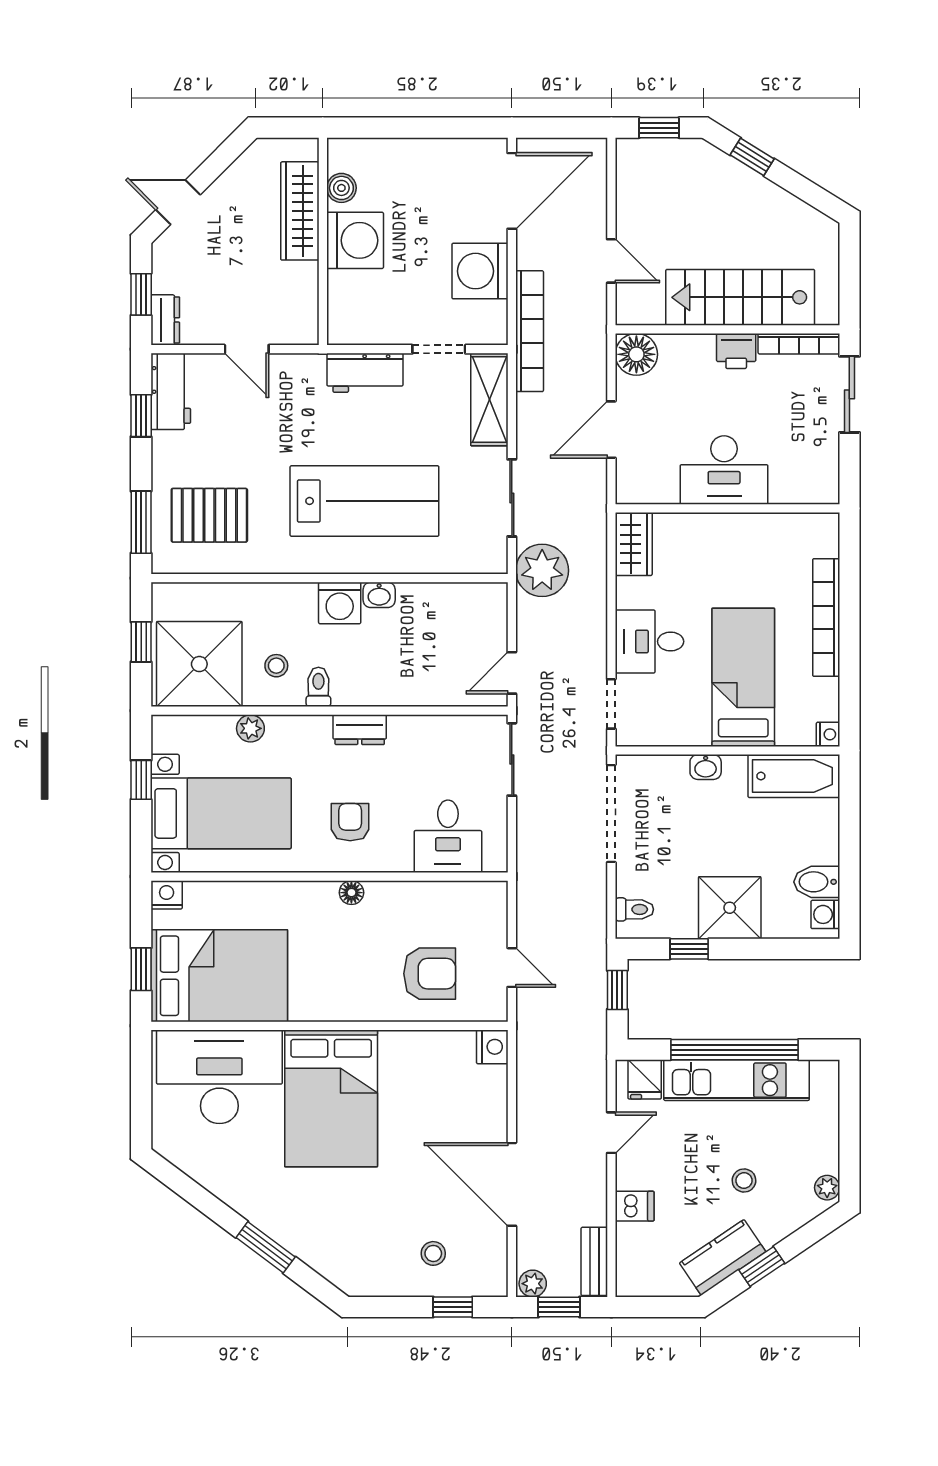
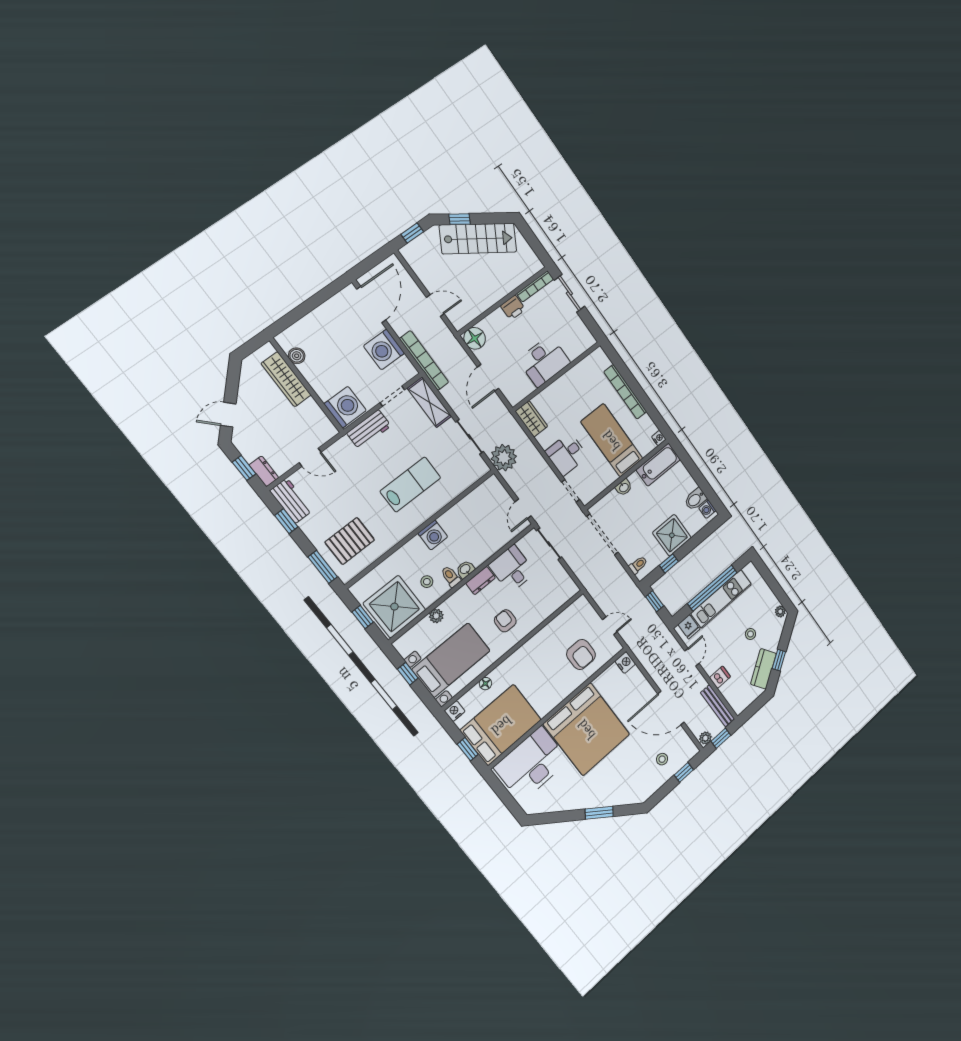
washing machine: (355, 240) -> (345, 407), moved
stairs: (740, 297) -> (478, 238), moved, turned -148
lab bench: (364, 501) -> (410, 484), width x0.73, depth x0.72
washbasin: (379, 595) -> (465, 569), moved, turned 180
desk: (448, 836) -> (512, 569), moved, turned 180
floor lamp: (351, 893) -> (485, 684), moved
armchair: (430, 974) -> (581, 654), turned 90
bed: (331, 1098) -> (587, 729), width x1.36
bench: (594, 1261) -> (717, 706), width x1.36

